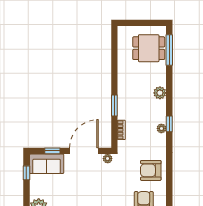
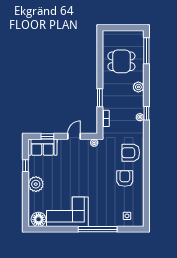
dining table: (149, 48) -> (121, 61), moved
door: (84, 151) -> (74, 136), width x0.53
window: (26, 173) -> (25, 166), moved

